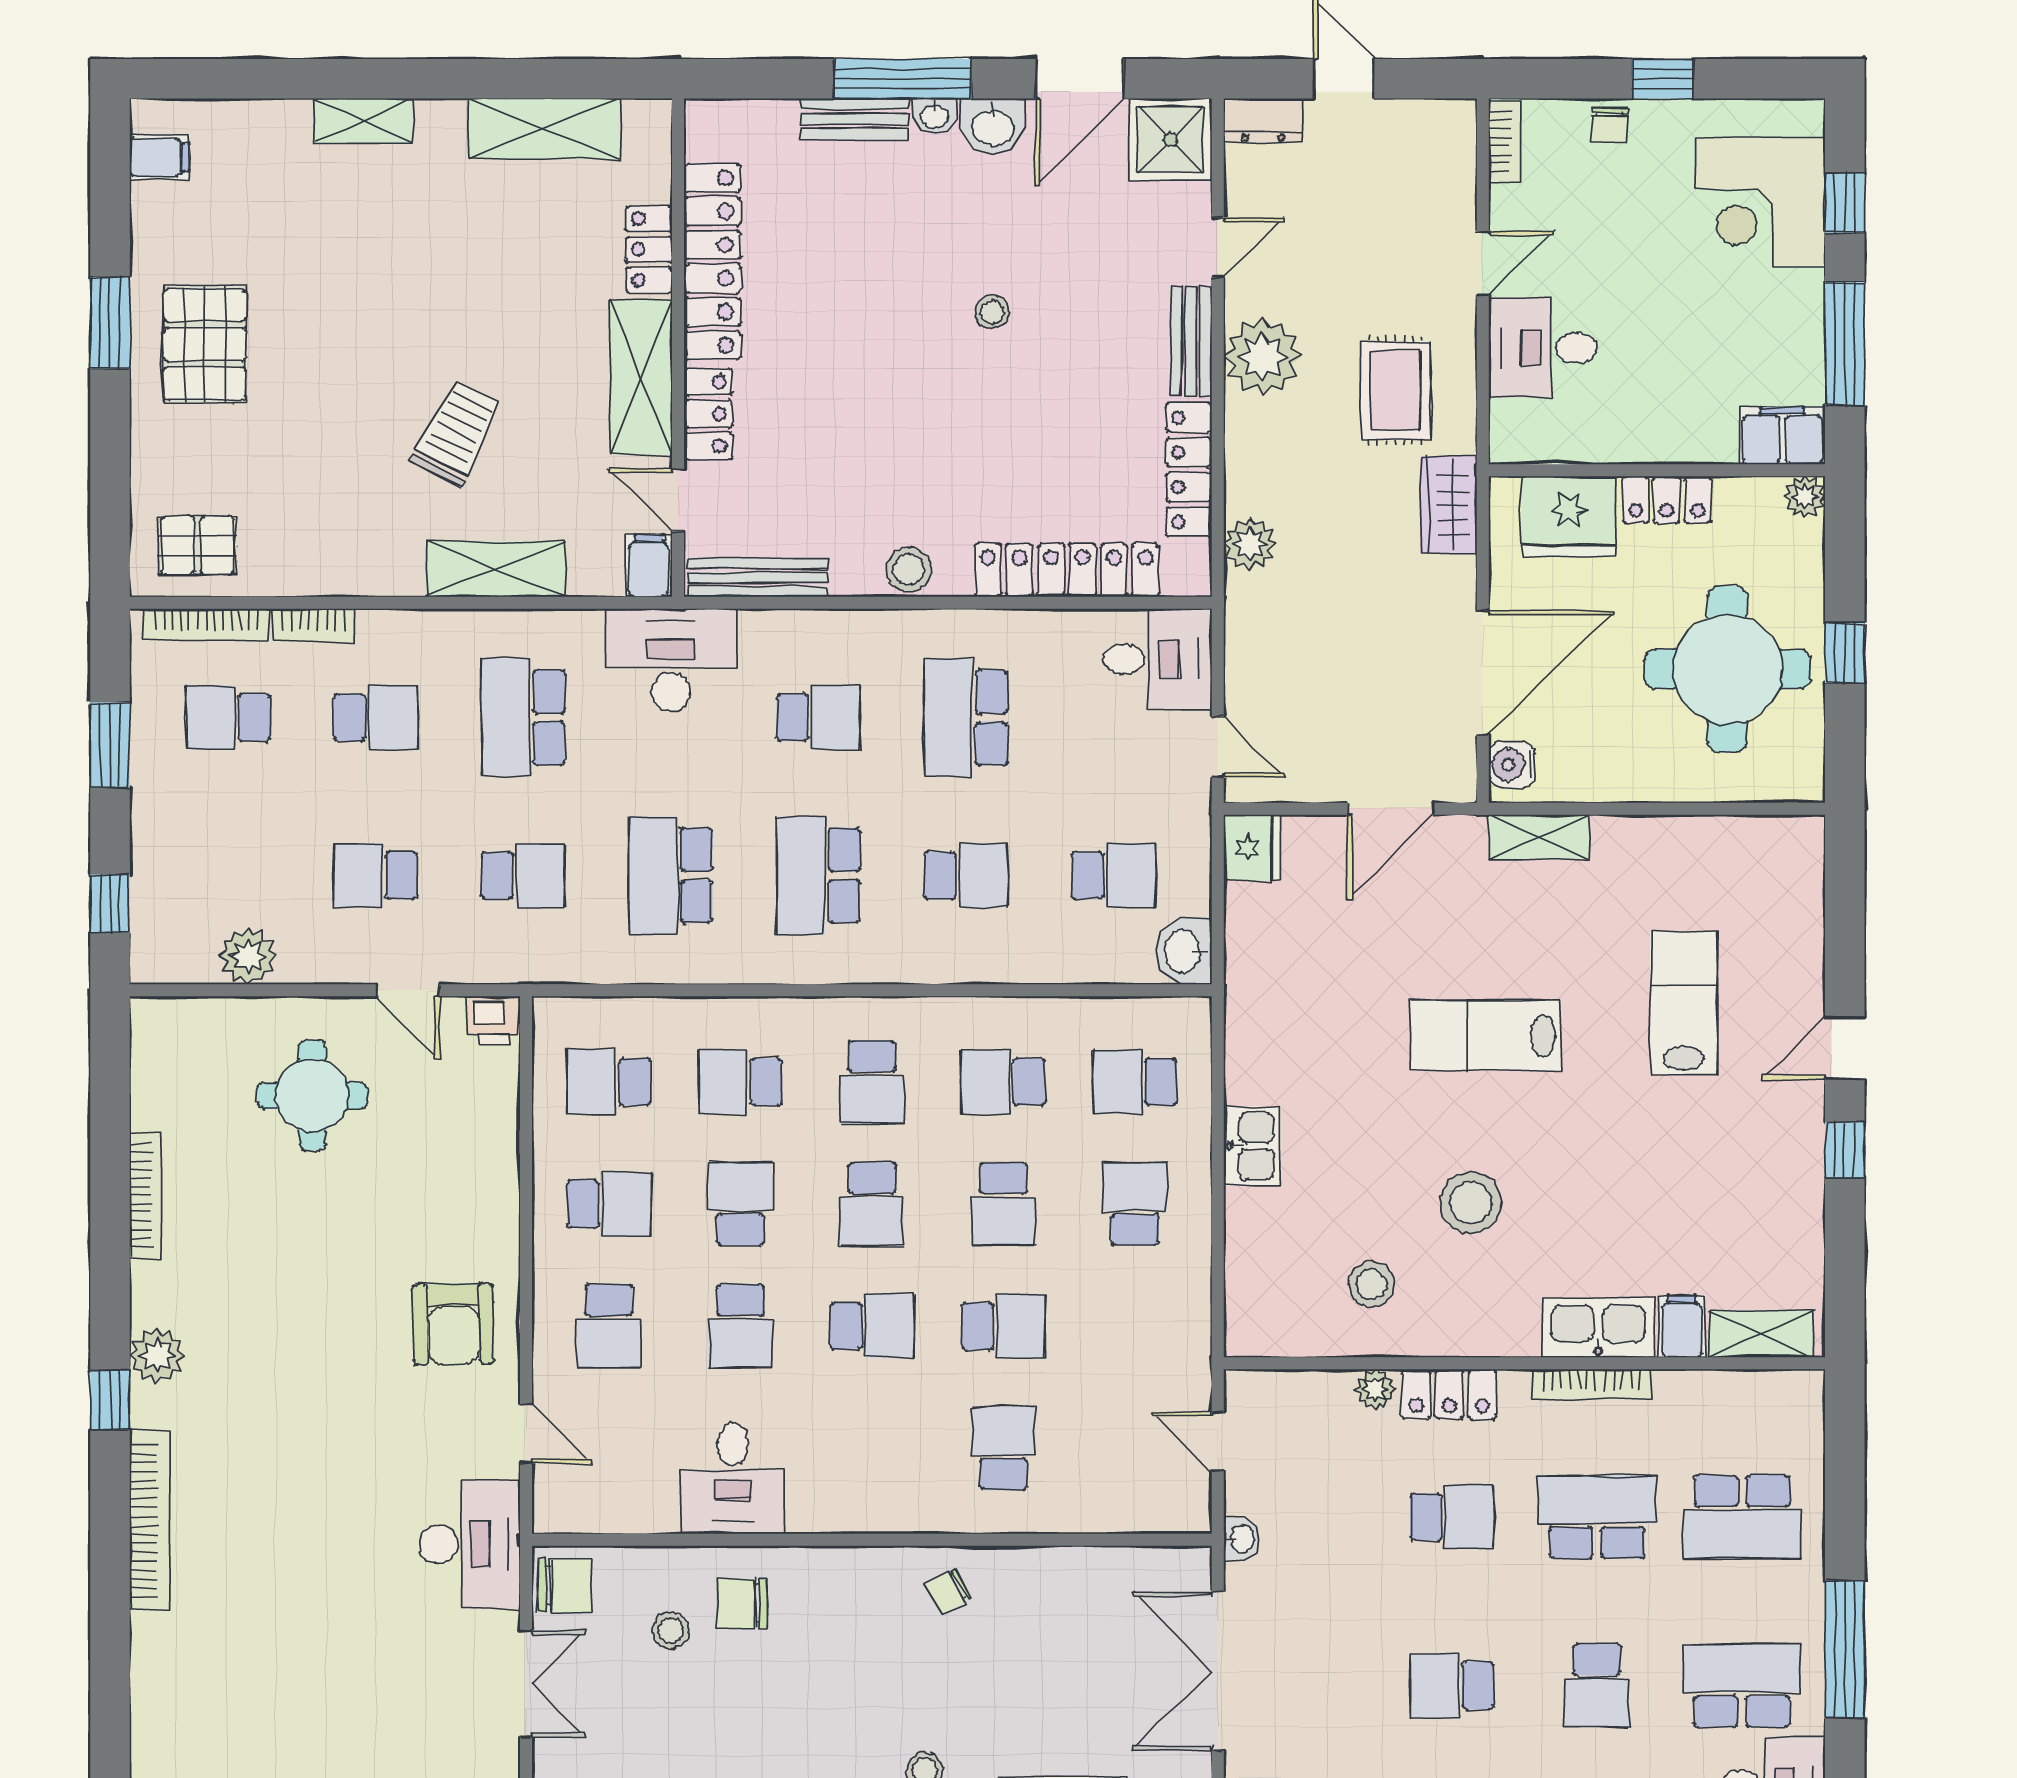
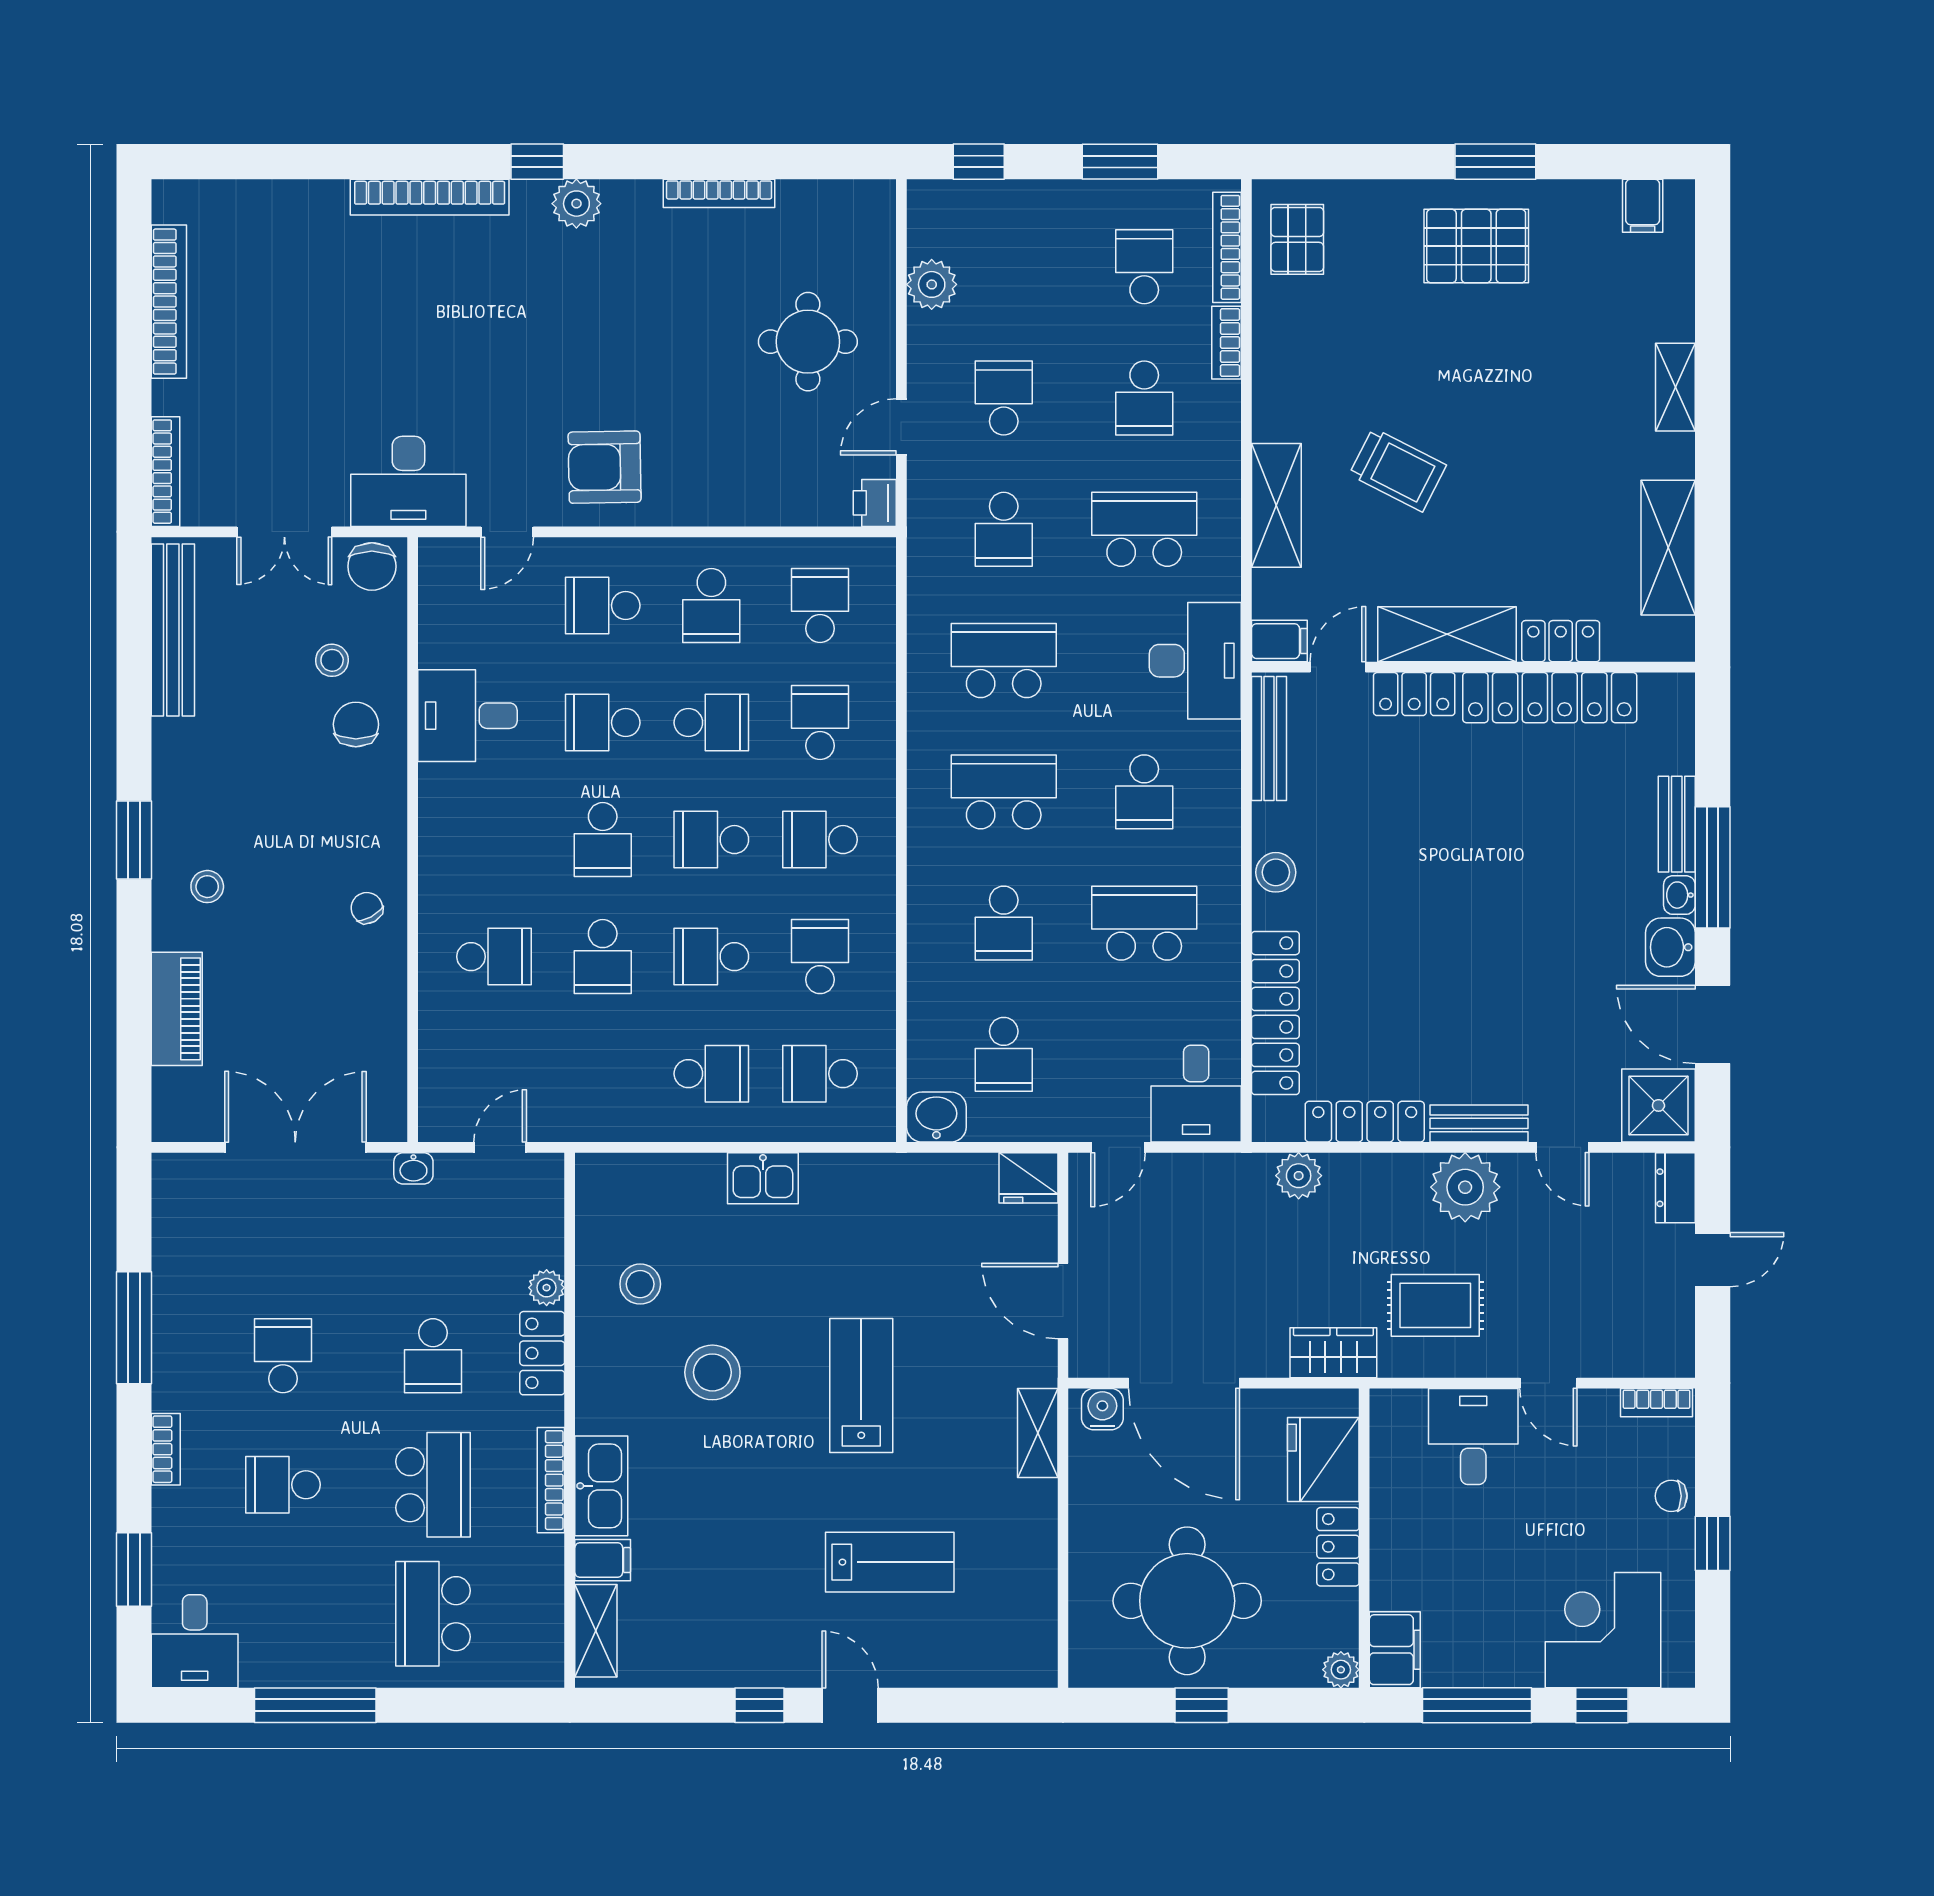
stool: (992, 312) -> (1505, 947), removed
school desk: (1135, 1082) -> (820, 1074), turned -90
school desk: (1742, 1686) -> (283, 1614), removed

